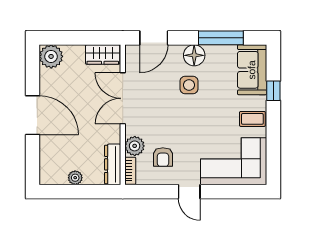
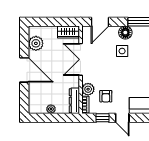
plant: (51, 56) -> (36, 43), moved
window: (158, 192) -> (102, 118), added

